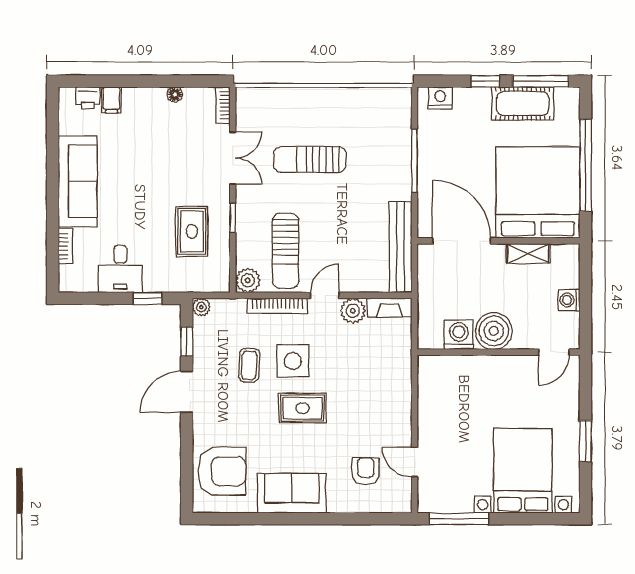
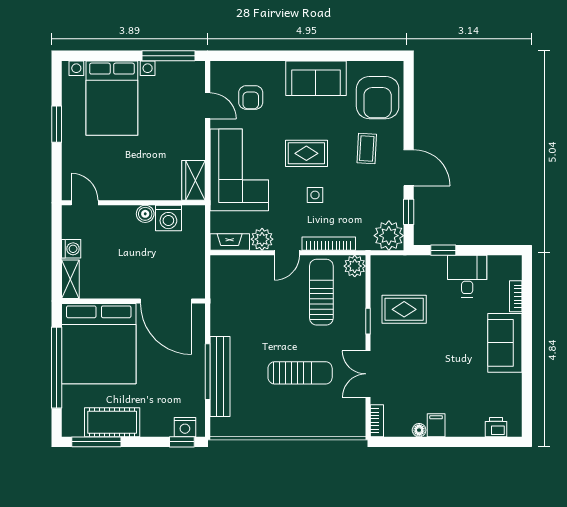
window: (485, 81) -> (182, 442), moved
filing cabinet: (112, 100) -> (436, 425), moved
sofa: (78, 181) -> (505, 343), width x0.73
rug: (192, 231) -> (404, 309), turned 90
bench: (400, 247) -> (220, 377), moved
shelving: (528, 253) -> (70, 279), moved, turned 90
plant: (201, 307) -> (389, 236), width x1.88, depth x1.88
boiler: (494, 331) -> (145, 214), width x0.54, depth x0.54
door: (554, 352) -> (85, 203), hinge flipped
side table: (293, 361) -> (315, 195), width x0.54, depth x0.54
coffee table: (249, 365) -> (367, 149), moved
wardrobe: (430, 378) -> (194, 180), added
corner sofa: (379, 389) -> (239, 170), added
door: (187, 392) -> (409, 168), hinge flipped
armchair: (222, 471) -> (378, 98), turned -90

